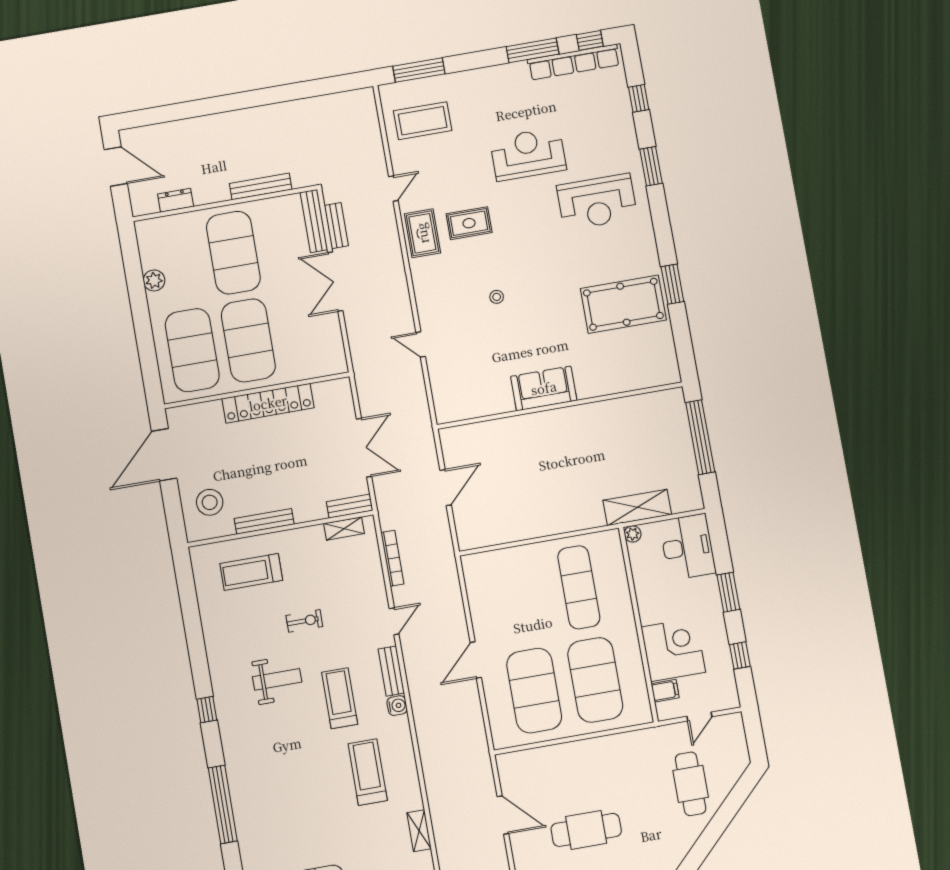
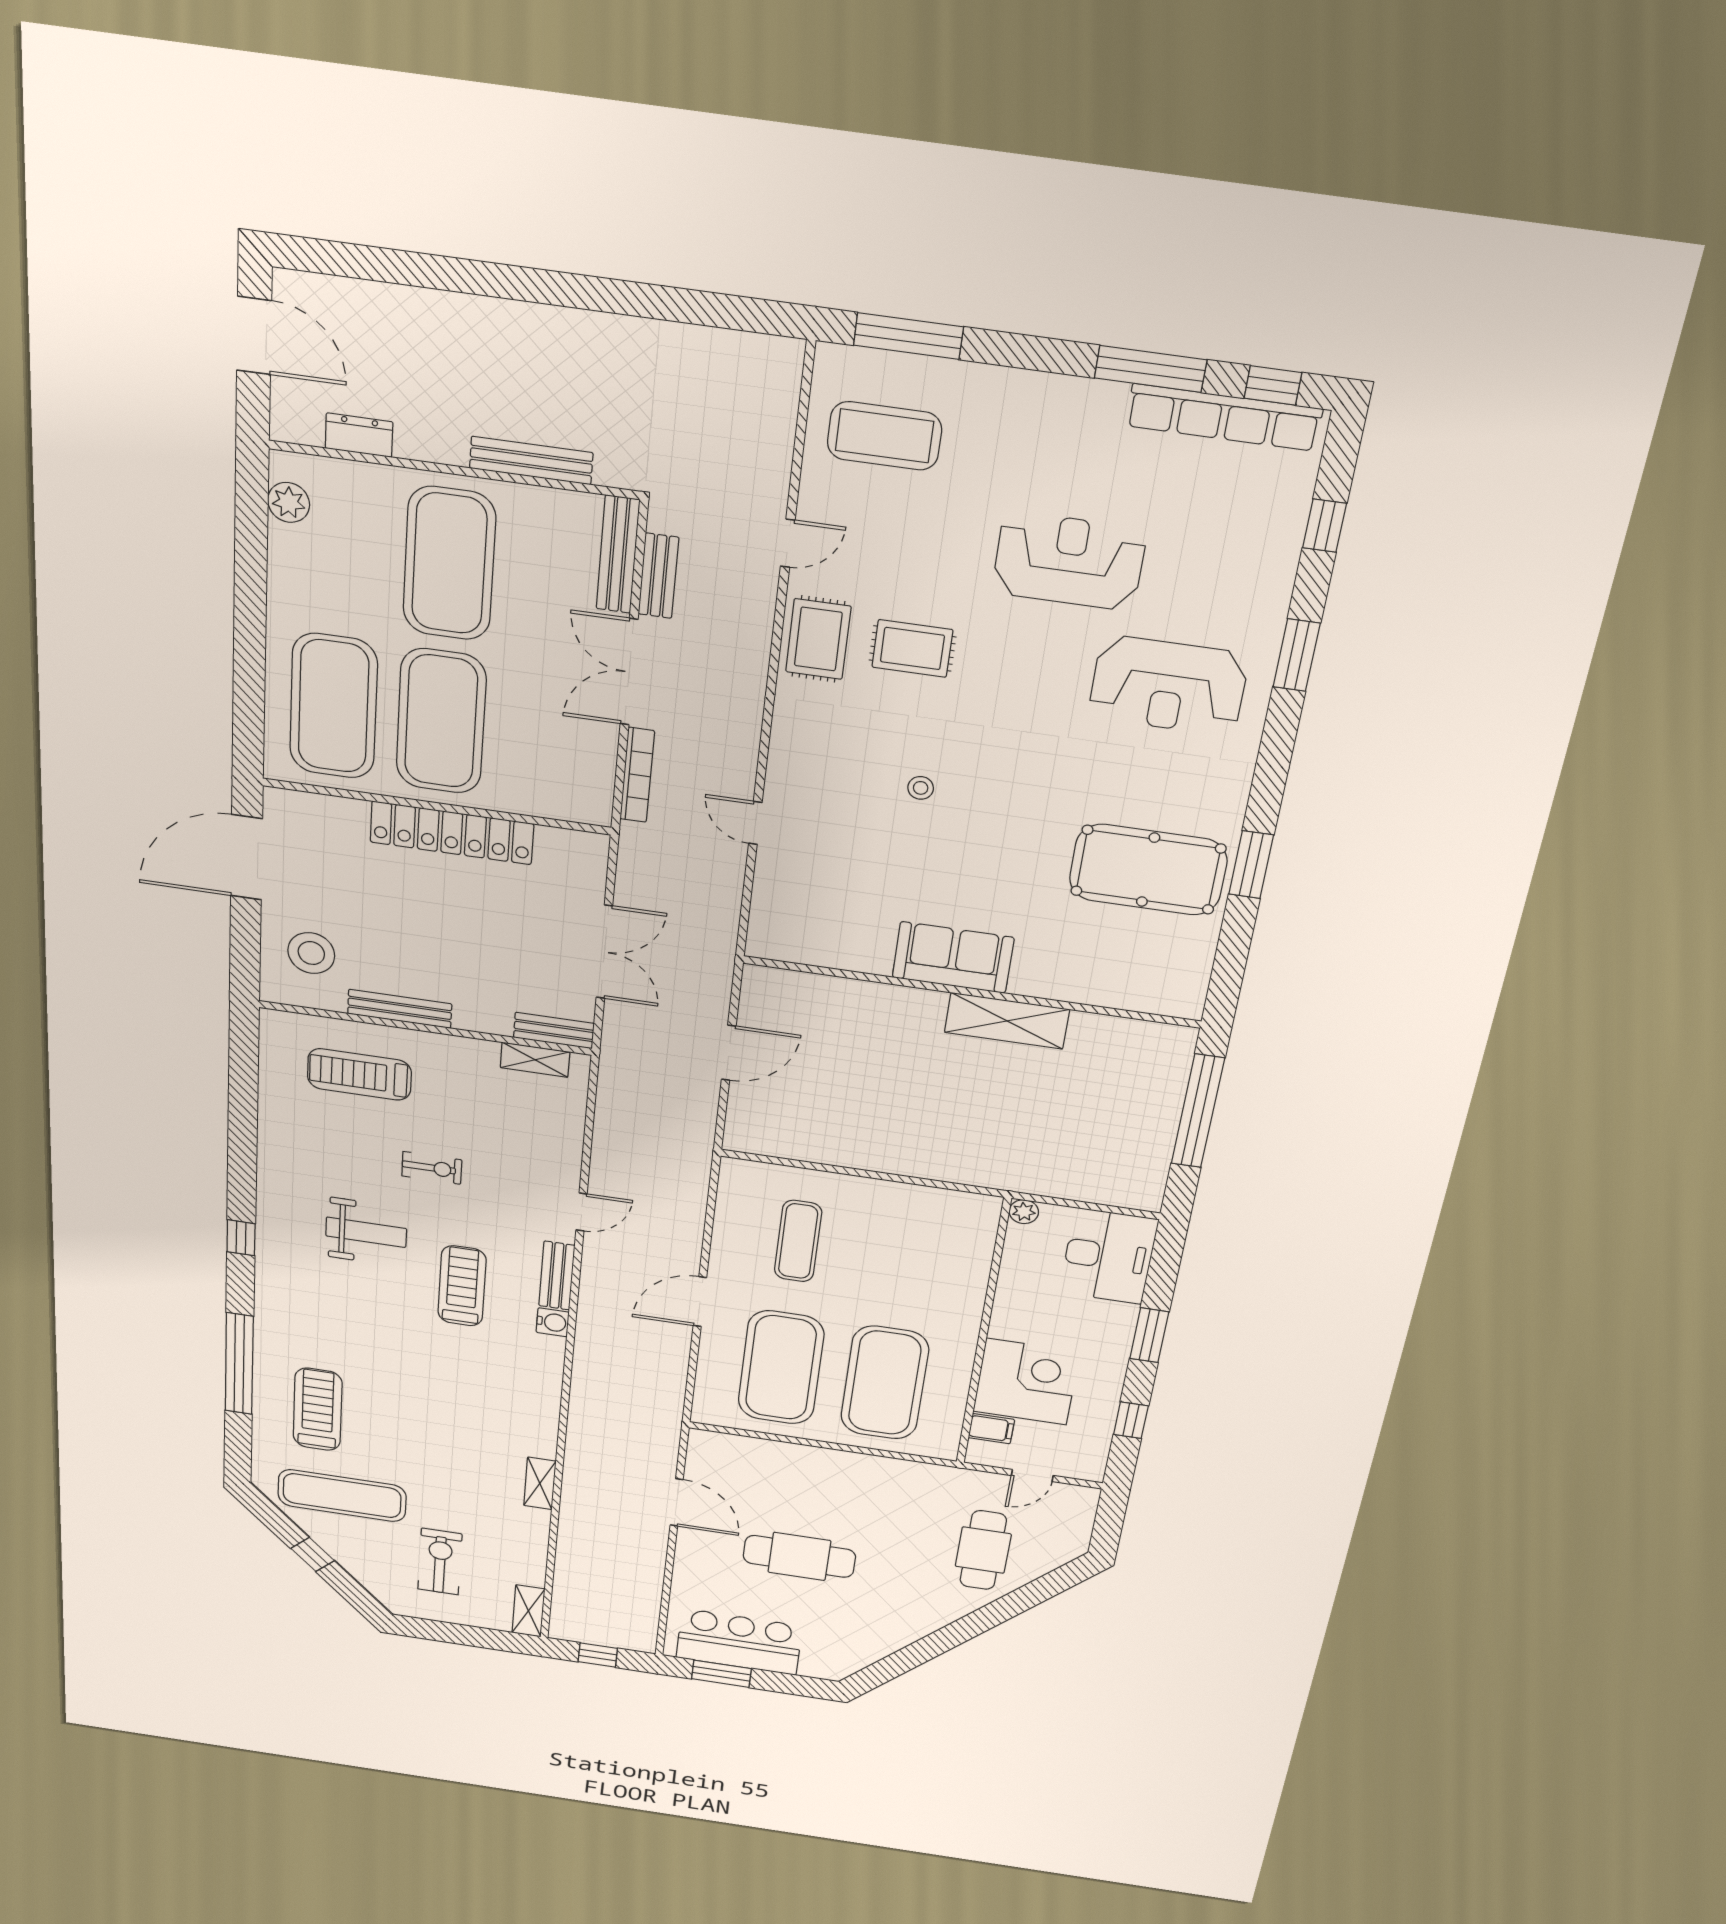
plant: (154, 280) -> (289, 502), moved
shelving: (637, 507) -> (1007, 1021), moved
bookcase: (392, 558) -> (637, 775), moved
exercise mat: (579, 587) -> (798, 1241), moved, width x0.73, depth x0.69
treadmill: (368, 772) -> (318, 1409), moved

